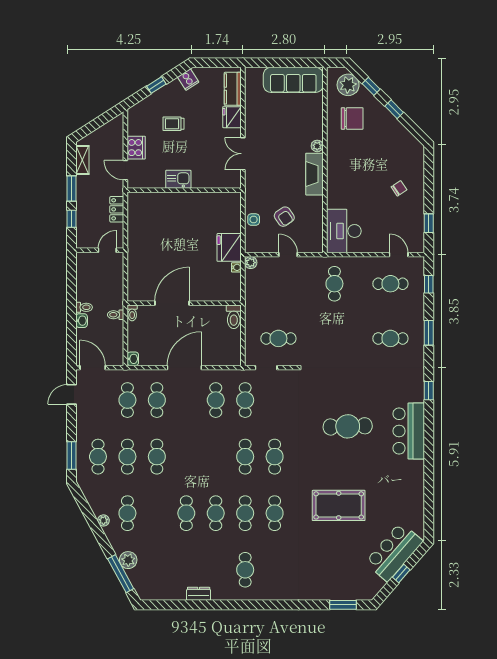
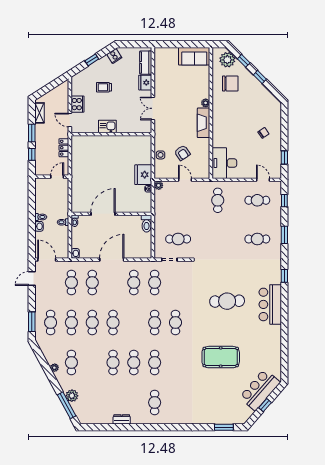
sofa: (293, 80) -> (194, 56), width x0.73
cafe table: (275, 513) -> (113, 323), moved

